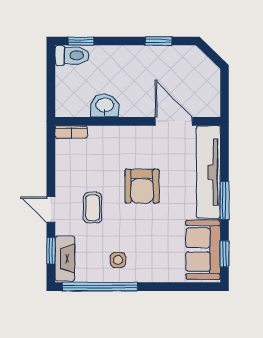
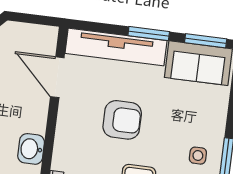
door: (174, 121) -> (57, 77), hinge flipped
window: (225, 254) -> (206, 41), width x1.50

